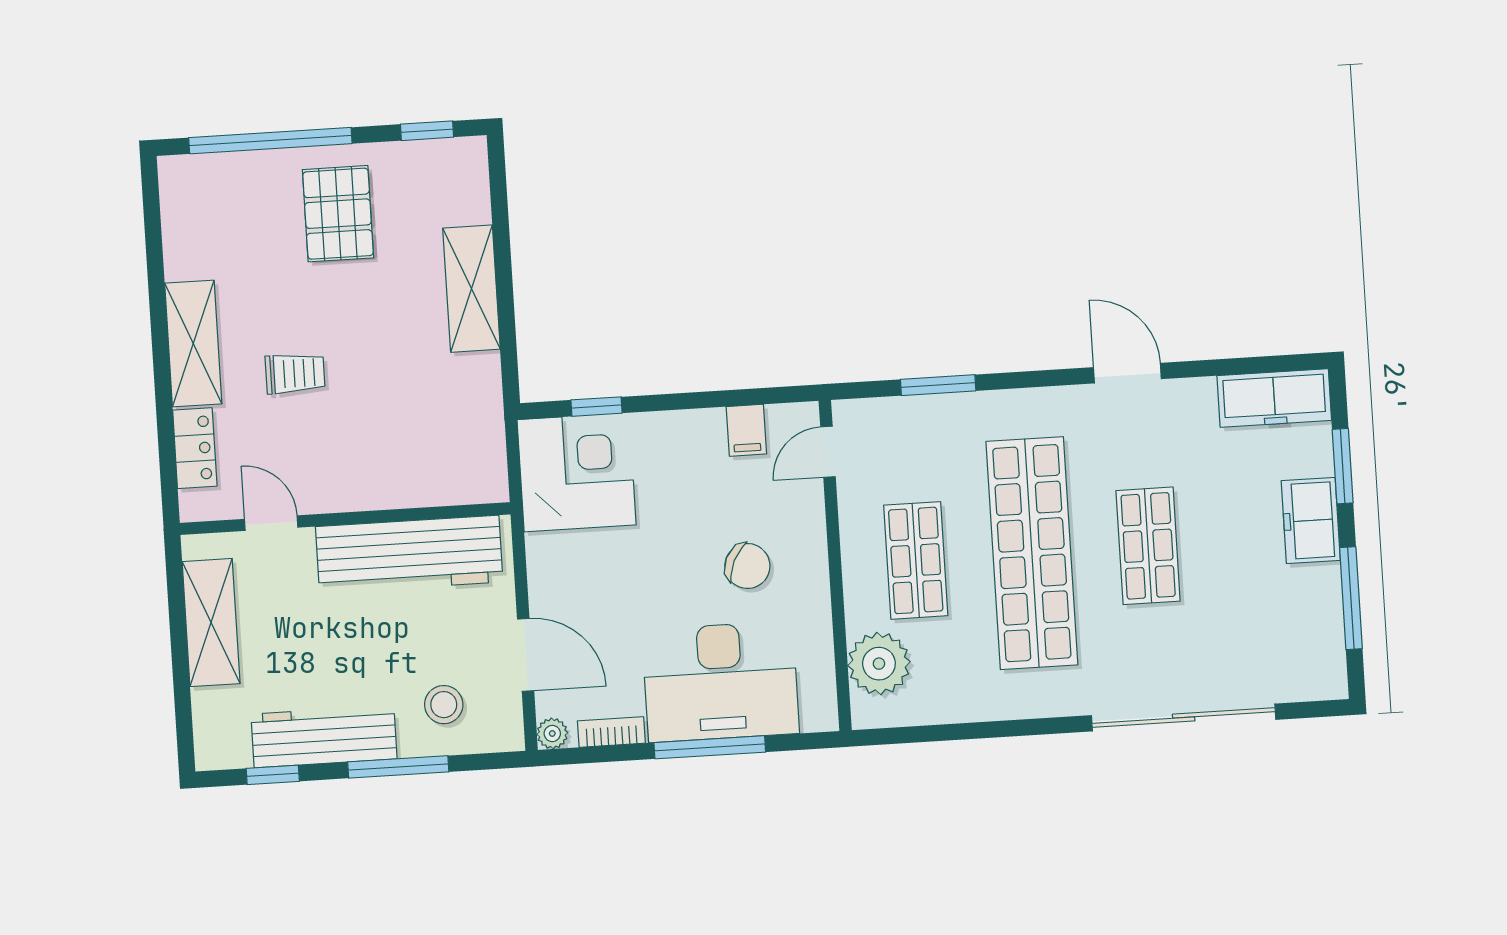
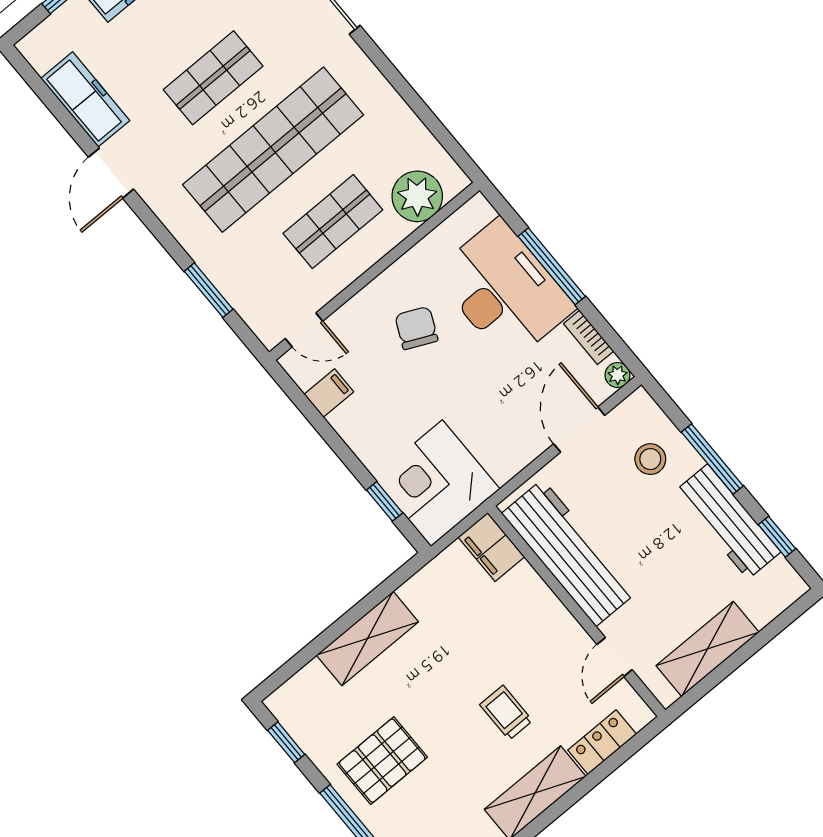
freezer: (1274, 398) -> (85, 99), moved
filing cabinet: (472, 480) -> (491, 547), added

